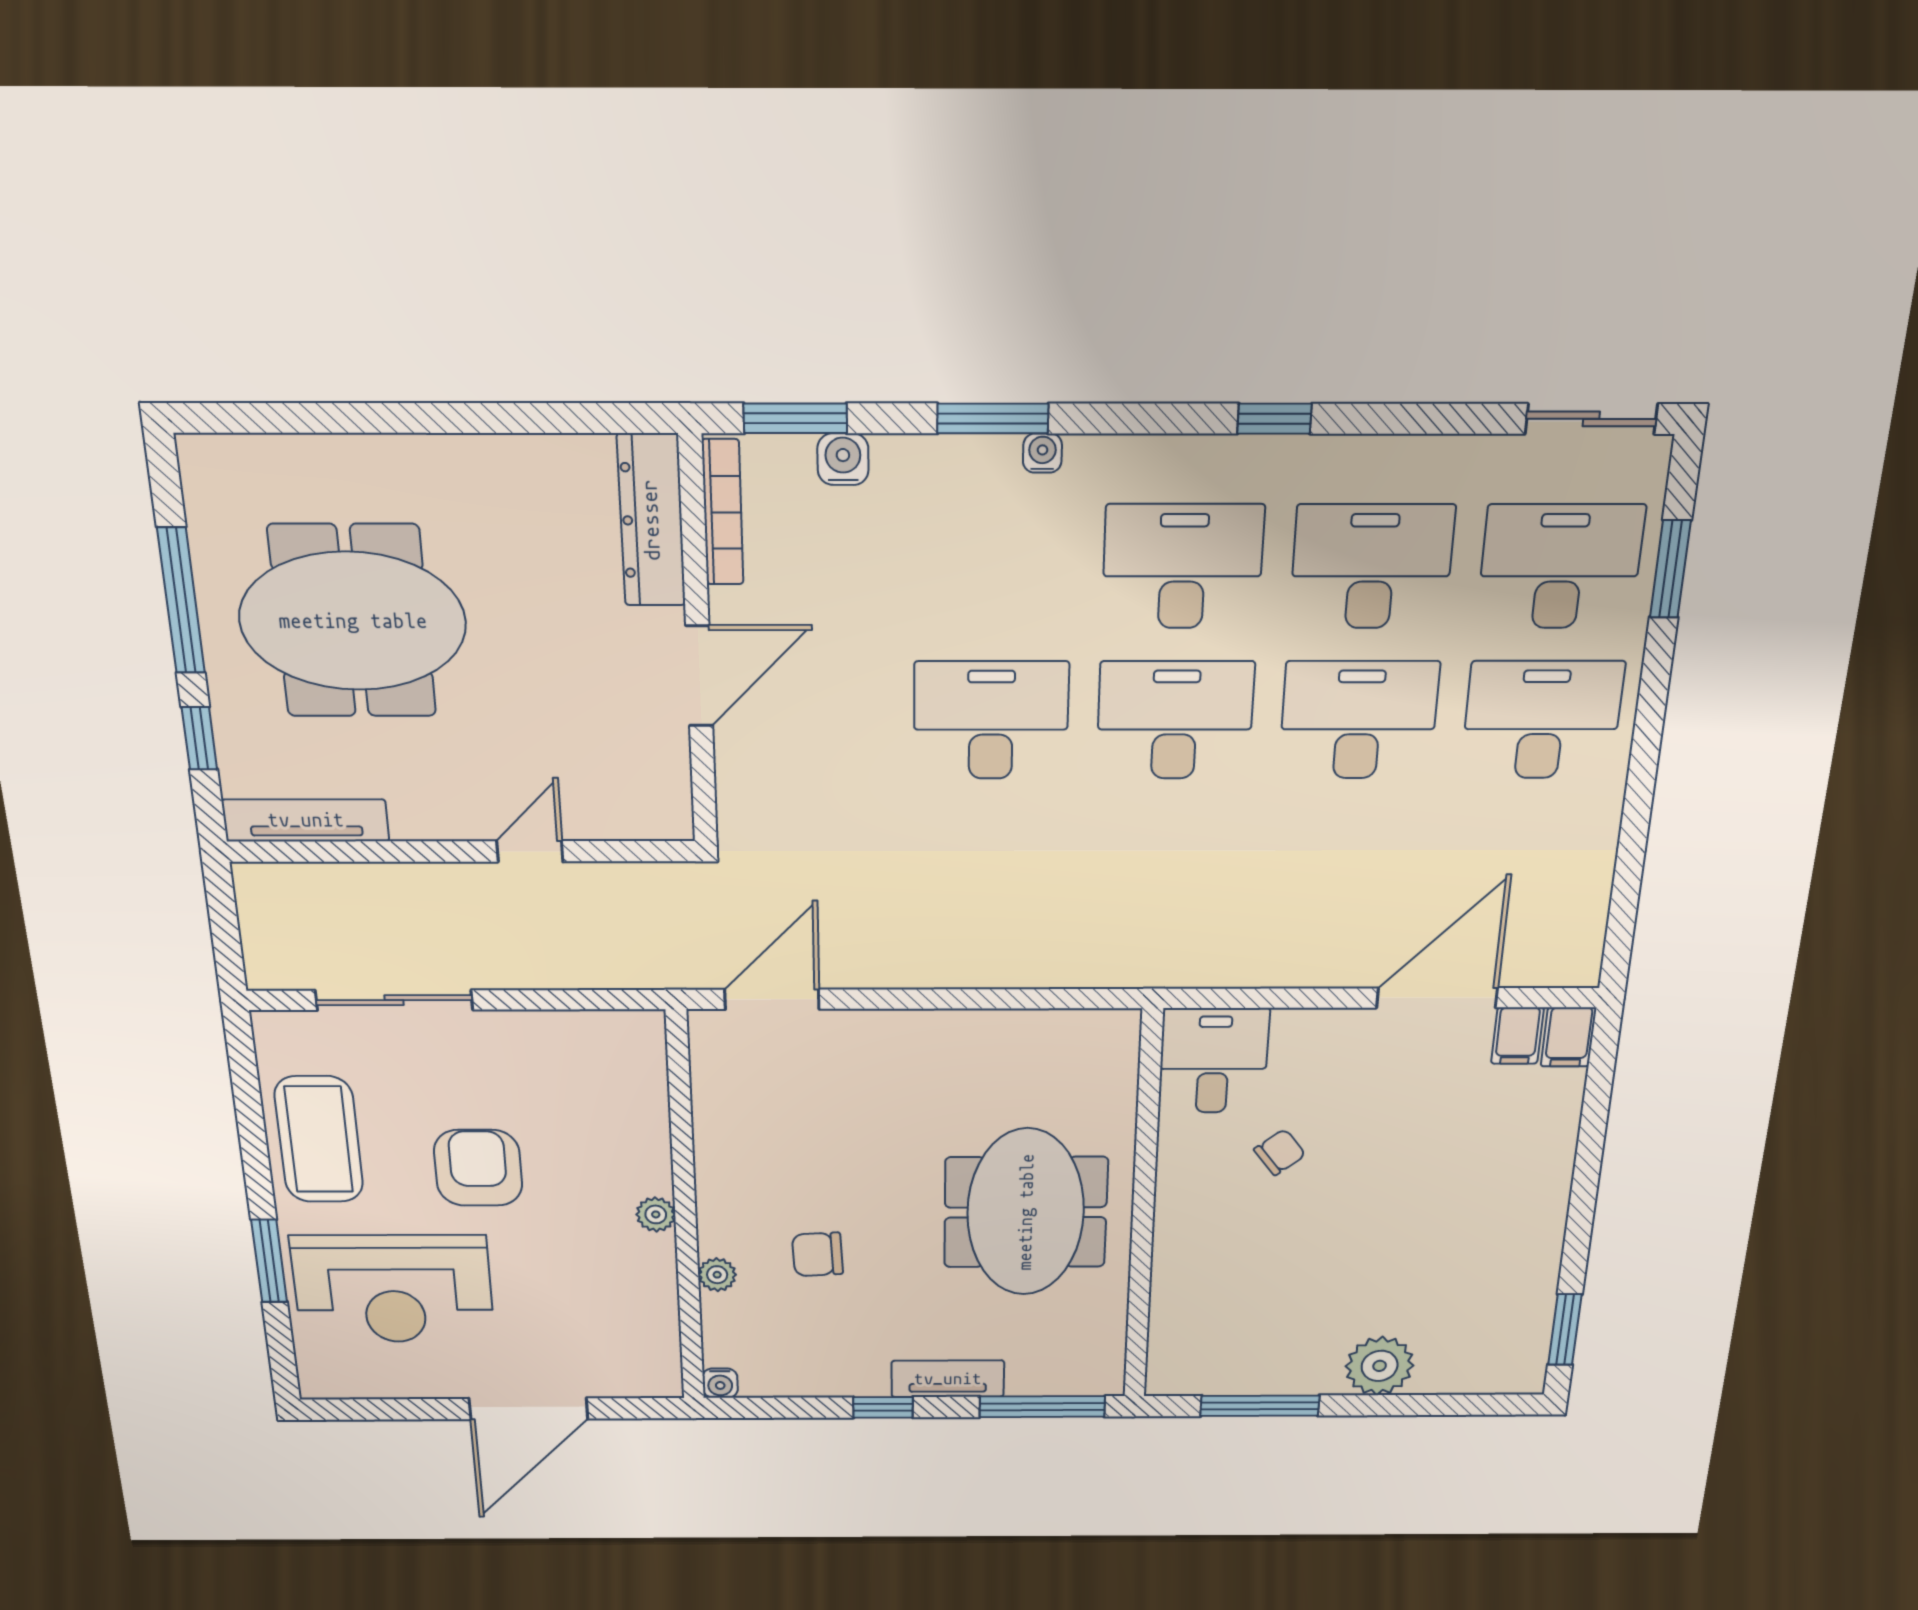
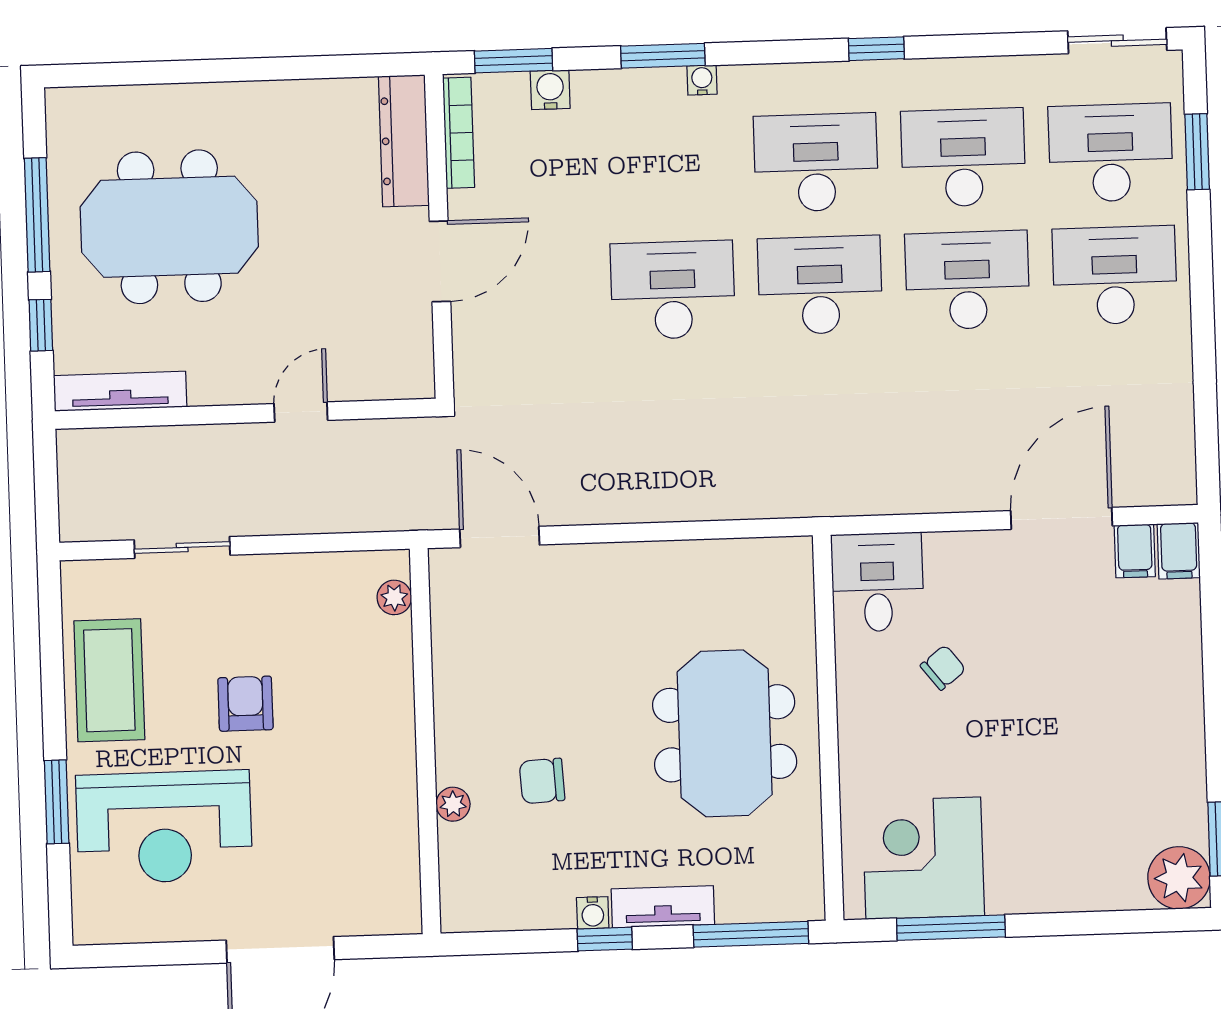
door: (772, 999) -> (500, 537), hinge flipped
sliding door: (394, 1000) -> (182, 547), width x0.73
armchair: (478, 1168) -> (245, 704), width x0.72, depth x0.72
plant: (656, 1214) -> (394, 597), moved
corner desk: (1237, 1340) -> (923, 858), added
plant: (1380, 1366) -> (1179, 878), moved
water cooler: (720, 1383) -> (593, 913), moved

